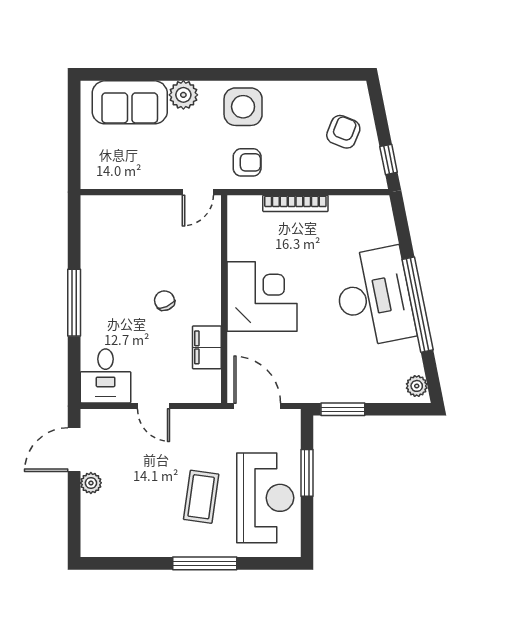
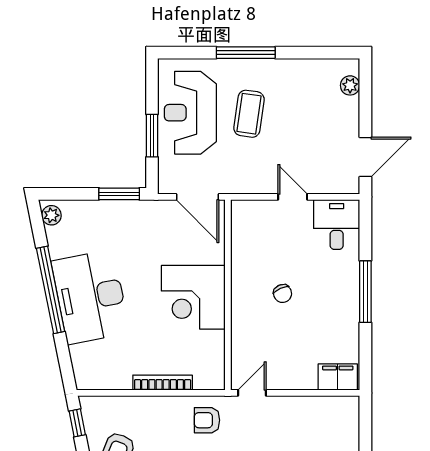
filing cabinet: (207, 347) -> (338, 377), moved, turned -90
plant: (91, 483) -> (350, 85), moved

